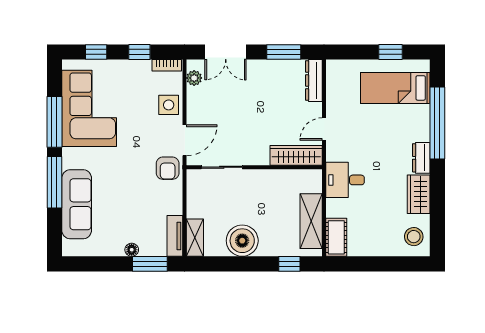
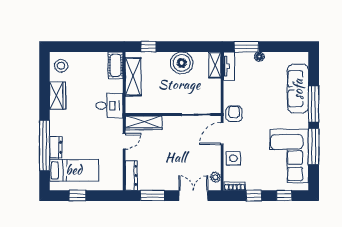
dresser: (421, 158) -> (56, 147), moved

